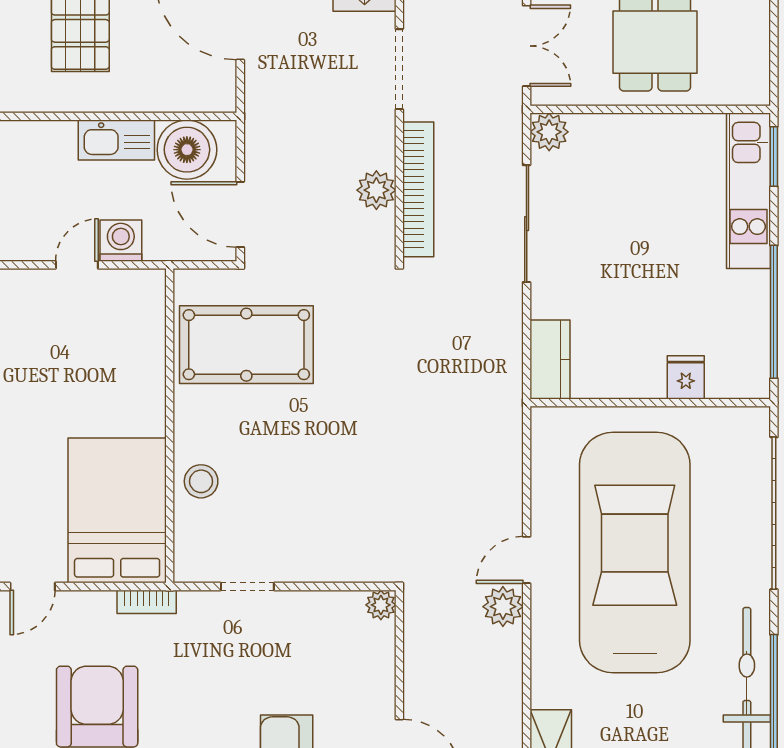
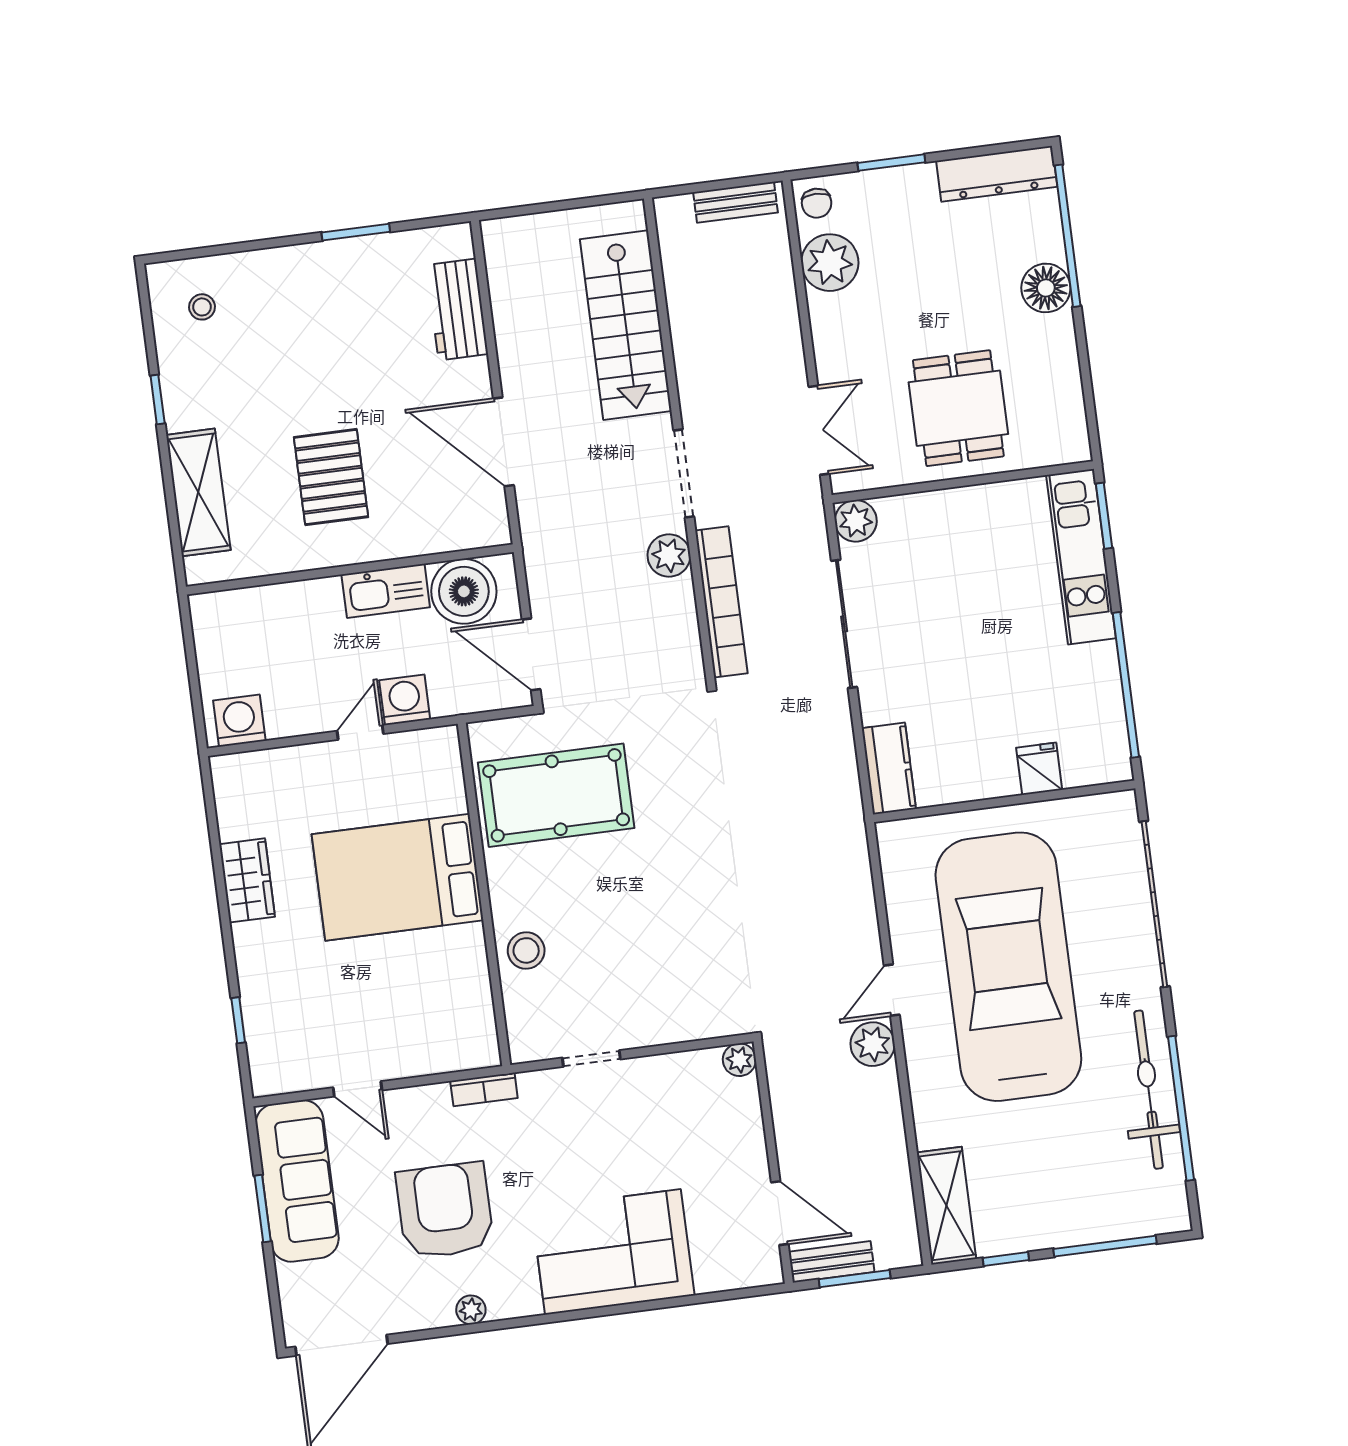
plant: (376, 190) -> (669, 555), moved
bed: (117, 510) -> (398, 877), moved, turned -90
door: (33, 586) -> (358, 1089), hinge flipped

